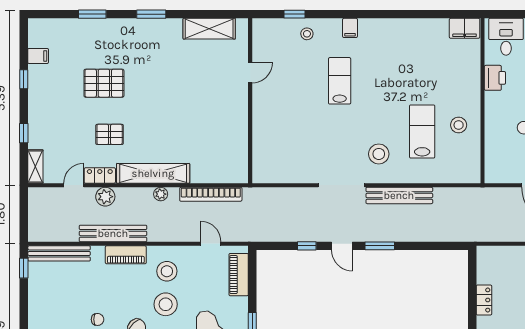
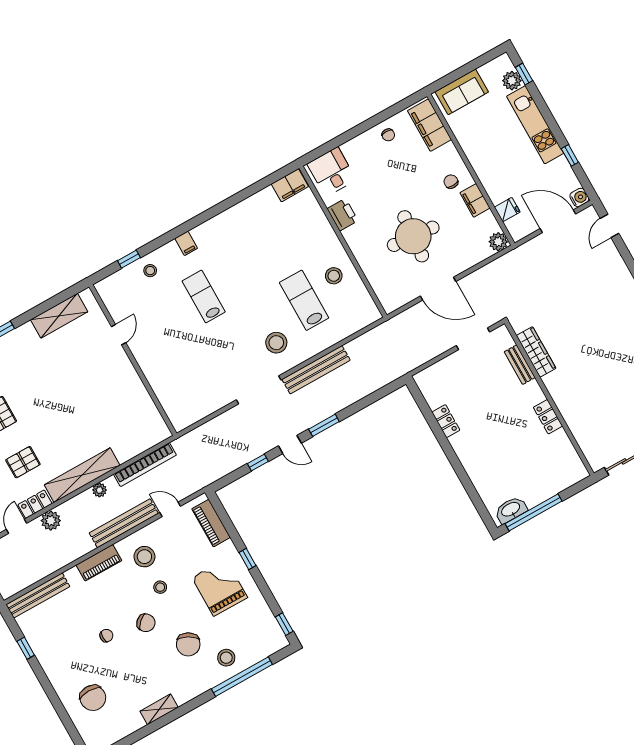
bench: (113, 233) -> (124, 523), moved
window: (24, 268) -> (26, 648), moved
stool: (166, 304) -> (160, 587), width x0.53, depth x0.53

